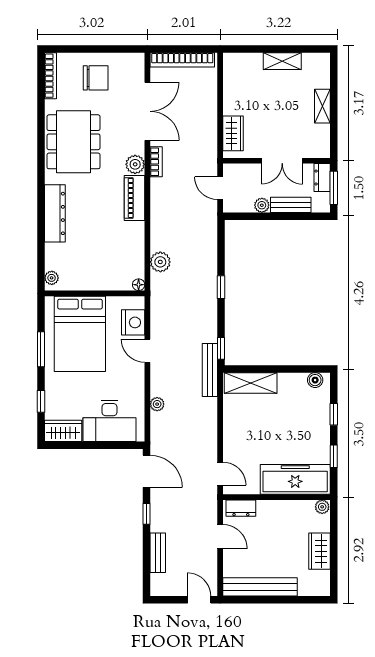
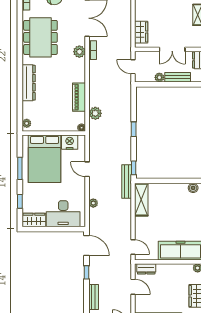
piano: (134, 198) -> (79, 97), moved
nightstand: (133, 322) -> (70, 142), moved, turned -90
shelving: (251, 383) -> (141, 200), moved, turned 90

